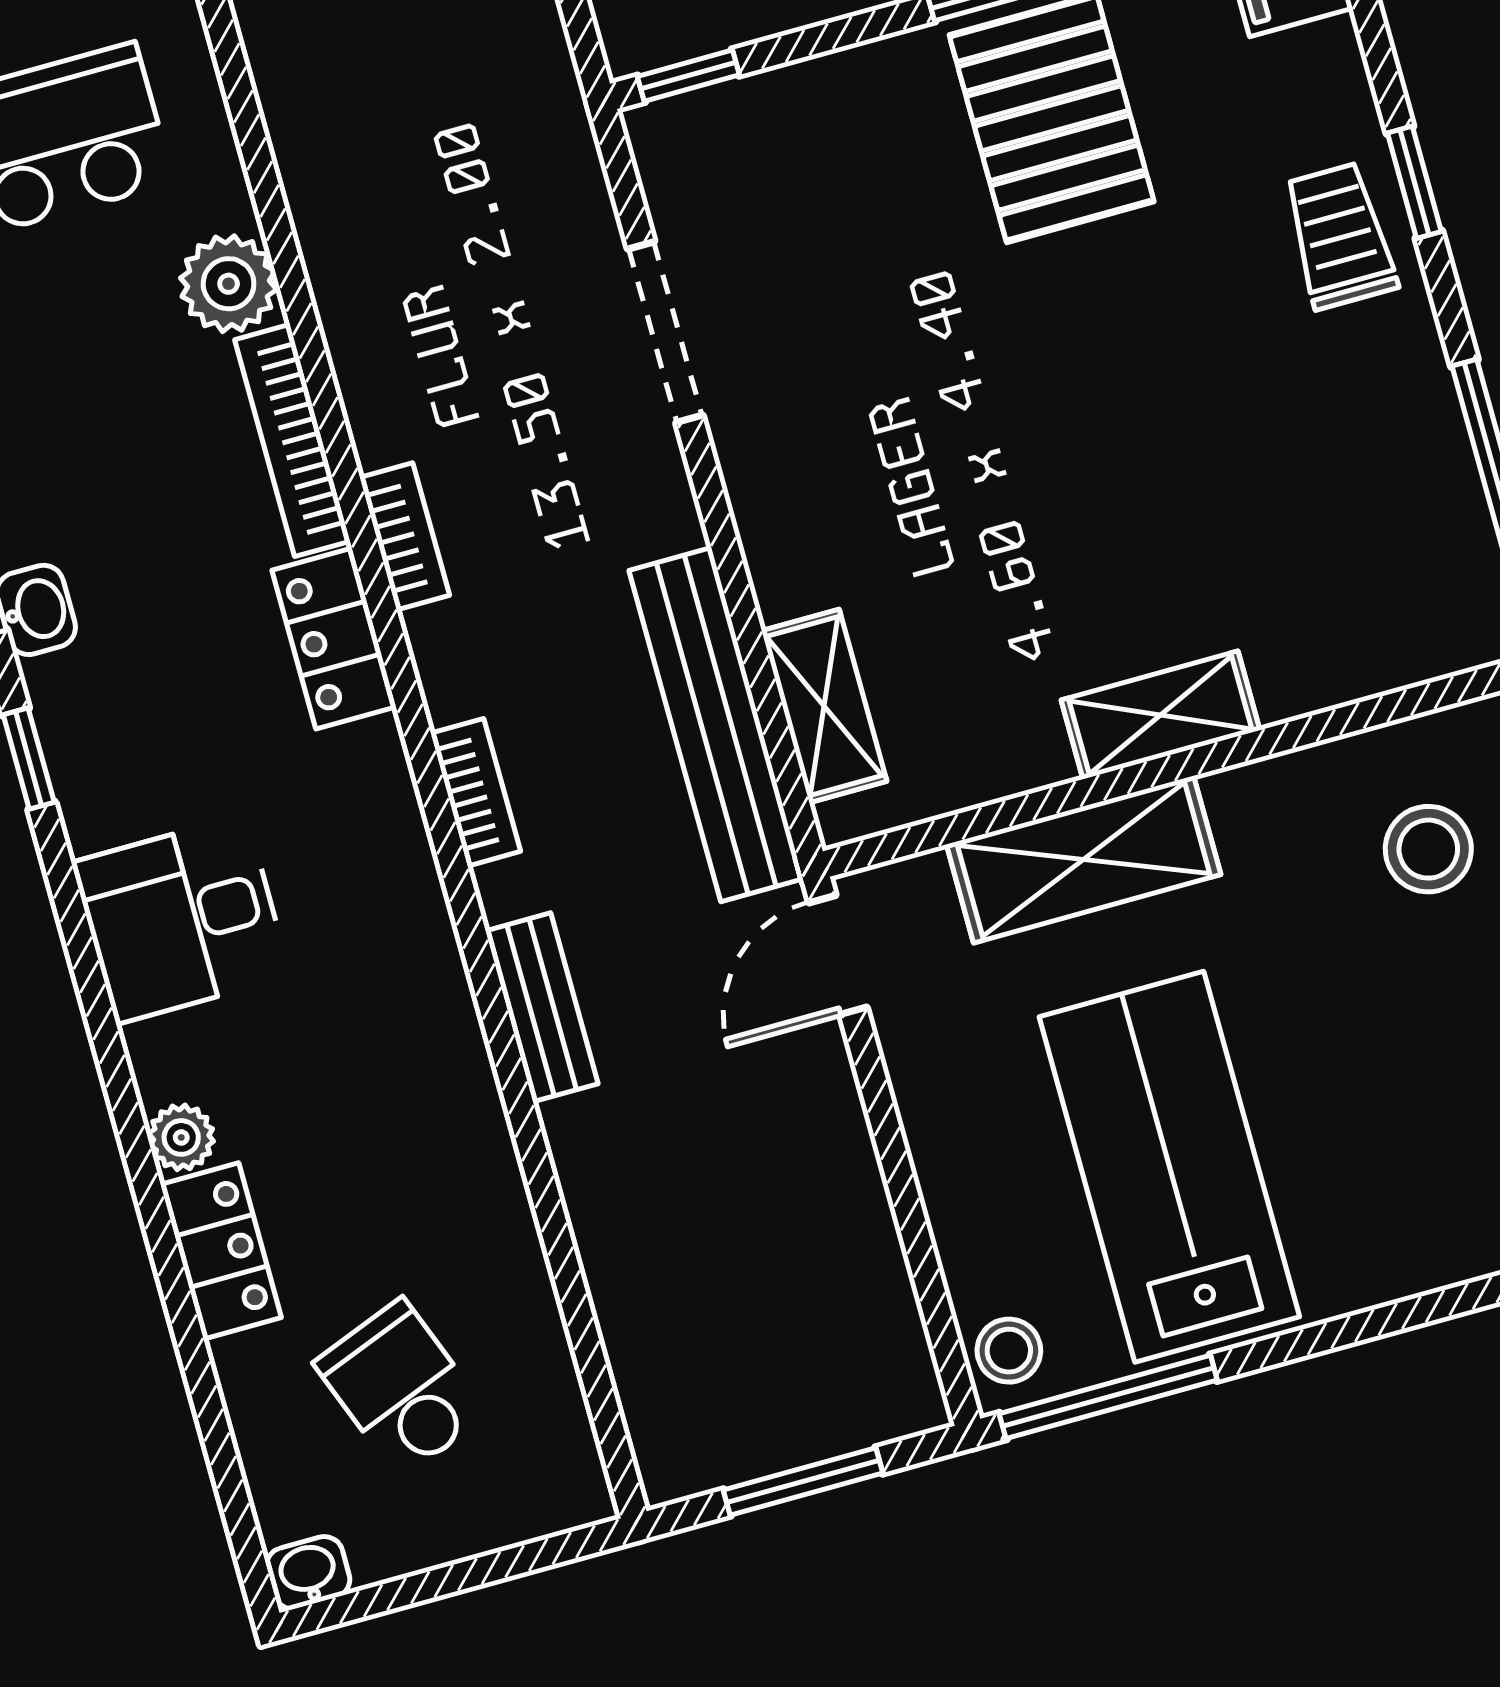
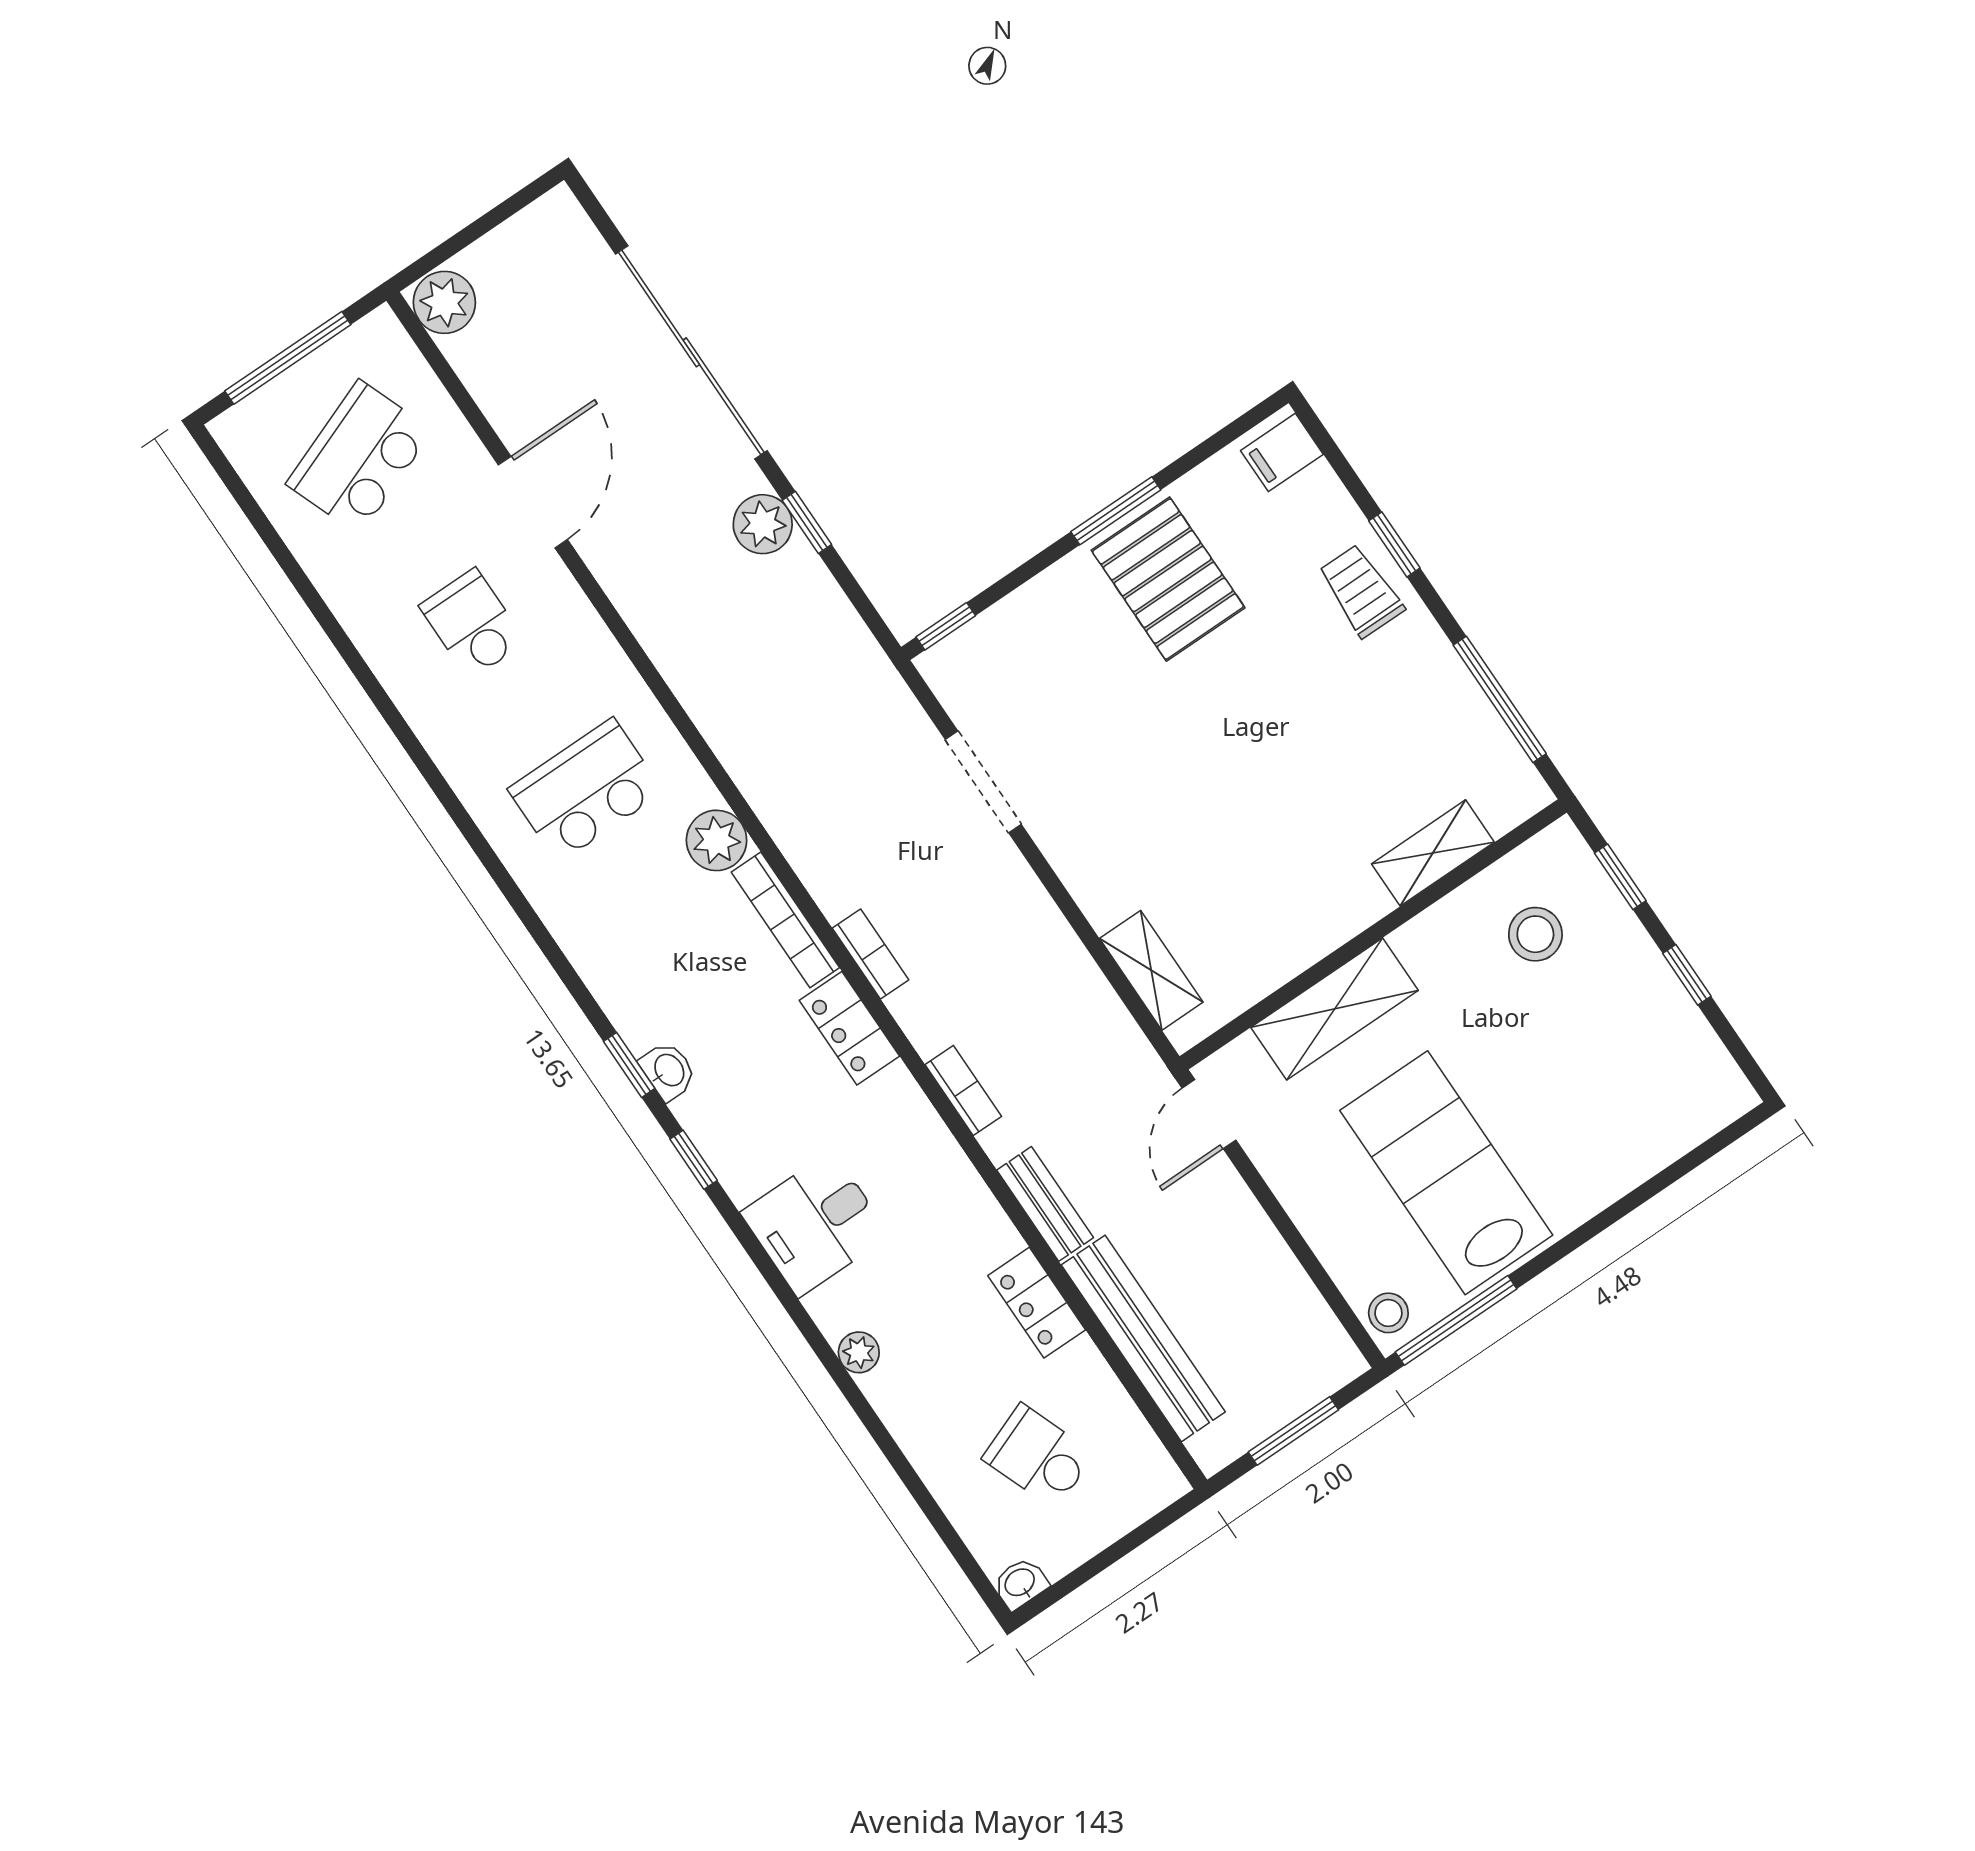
shelving: (1160, 715) -> (1433, 853), moved
bench: (716, 725) -> (1143, 1338), moved
locker: (221, 1251) -> (1037, 1303), moved, turned 180

